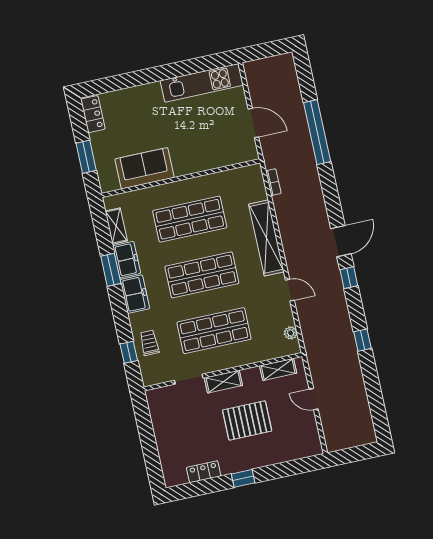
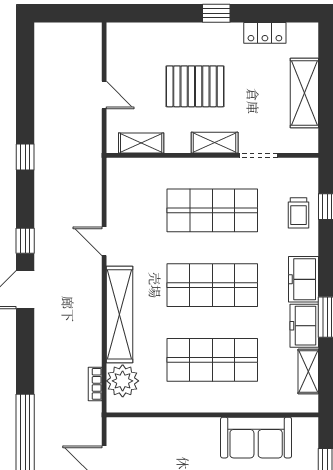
plant: (291, 333) -> (123, 381), moved, width x1.88, depth x1.88
shelving: (164, 433) -> (304, 93), added

